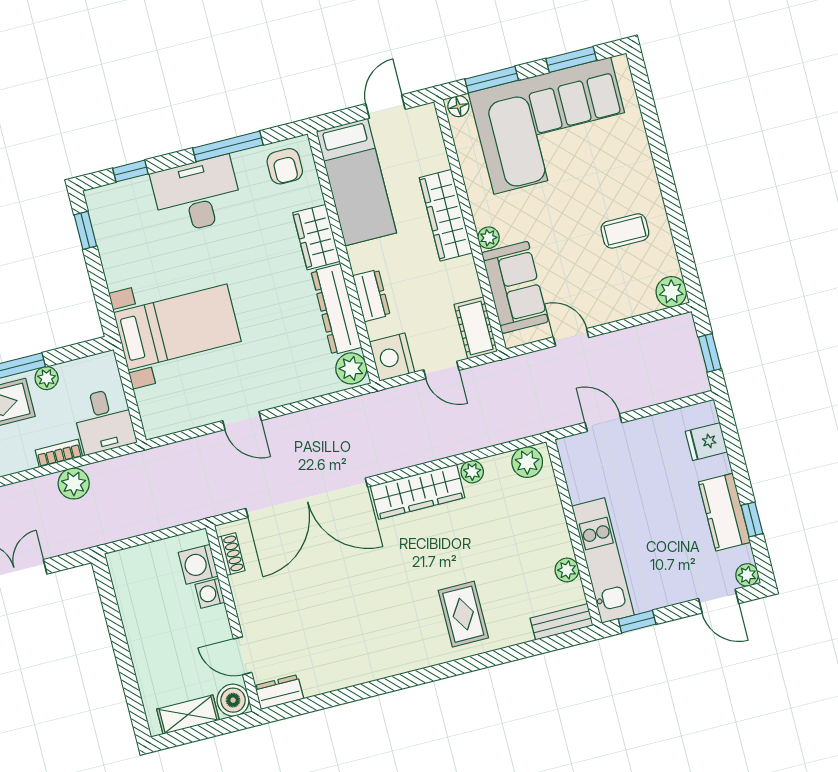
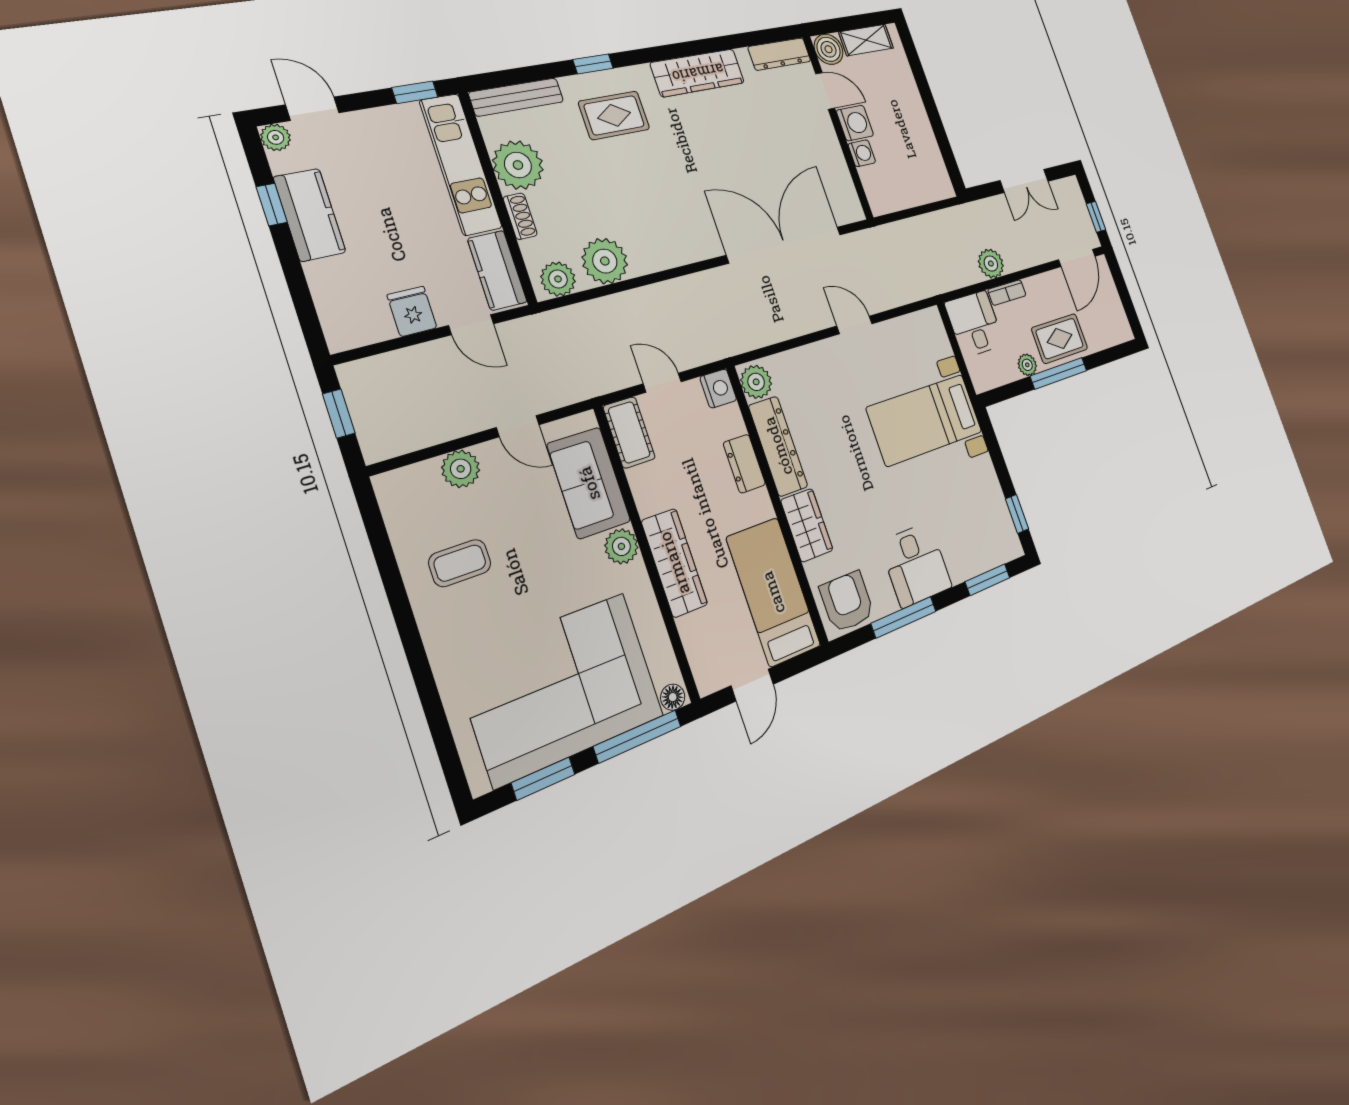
window: (492, 80) -> (638, 736), width x1.44
armchair: (285, 166) -> (847, 602), width x1.38, depth x1.38
window: (130, 171) -> (988, 580), width x1.50
desk: (197, 195) -> (916, 565), width x0.73
plant: (488, 238) -> (621, 546), width x1.38, depth x1.38
plant: (671, 292) -> (461, 469), moved
nightstand: (392, 357) -> (718, 388), width x0.74, depth x0.75
fridge: (706, 442) -> (412, 311), moved, turned -90
kitchen counter: (579, 469) -> (497, 270), added
plant: (472, 472) -> (605, 261), width x1.88, depth x1.88
wardrobe: (418, 492) -> (698, 73), moved, turned 180
shoe rack: (231, 554) -> (520, 216), moved, turned 180
washing machine: (198, 564) -> (855, 123), moved
plant: (567, 570) -> (518, 165), width x1.87, depth x1.87
rug: (463, 614) -> (614, 115), turned 90
bench: (562, 622) -> (516, 97), width x1.36
window: (479, 662) -> (593, 64), added
dresser: (279, 692) -> (779, 54), width x1.44

